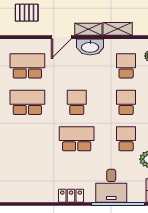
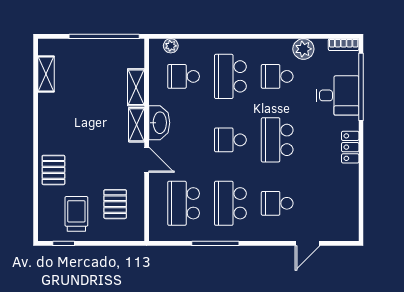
school desk: (126, 102) -> (230, 76), width x1.85
school desk: (27, 139) -> (277, 203), added

